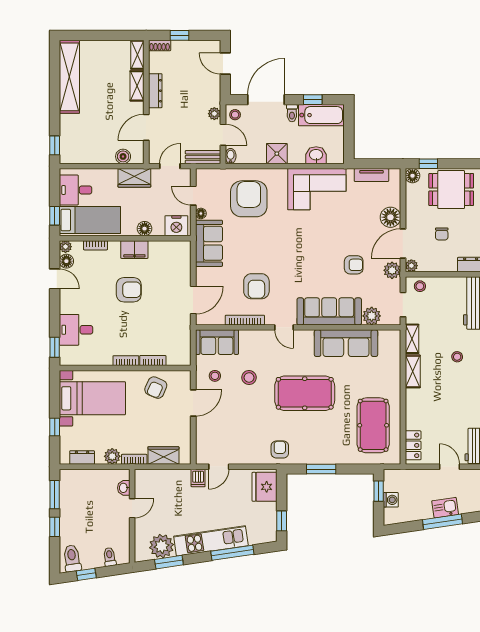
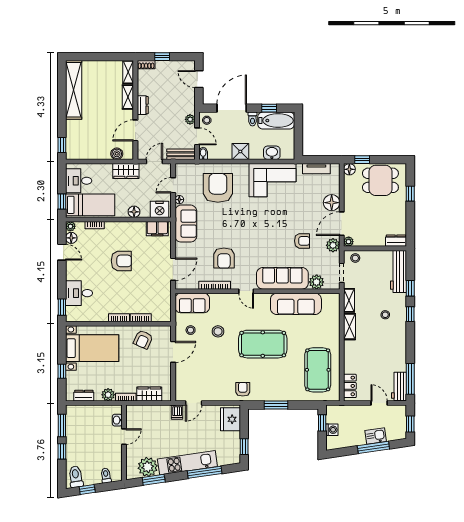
dresser: (155, 91) -> (143, 105), width x0.70
door: (193, 196) -> (173, 185), hinge flipped
chair: (442, 234) -> (373, 216), removed
filing cabinet: (134, 250) -> (157, 229), moved

